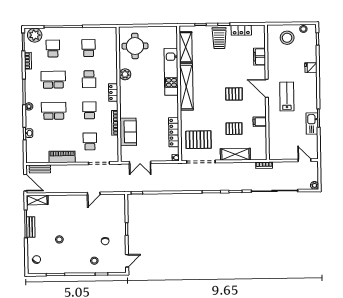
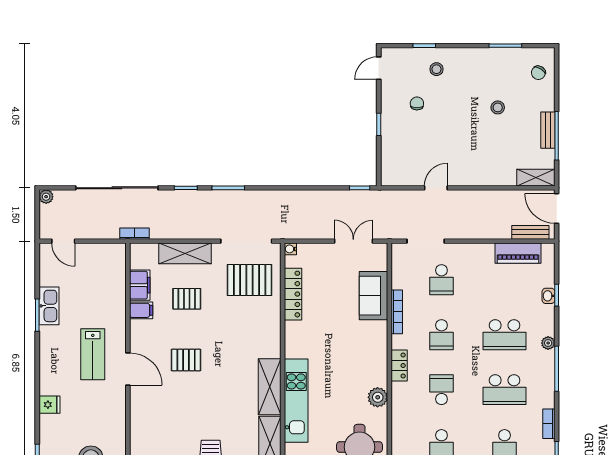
filing cabinet: (260, 57) -> (140, 285), moved
shelving: (186, 87) -> (270, 387), width x0.68
piano: (62, 157) -> (518, 253), moved

